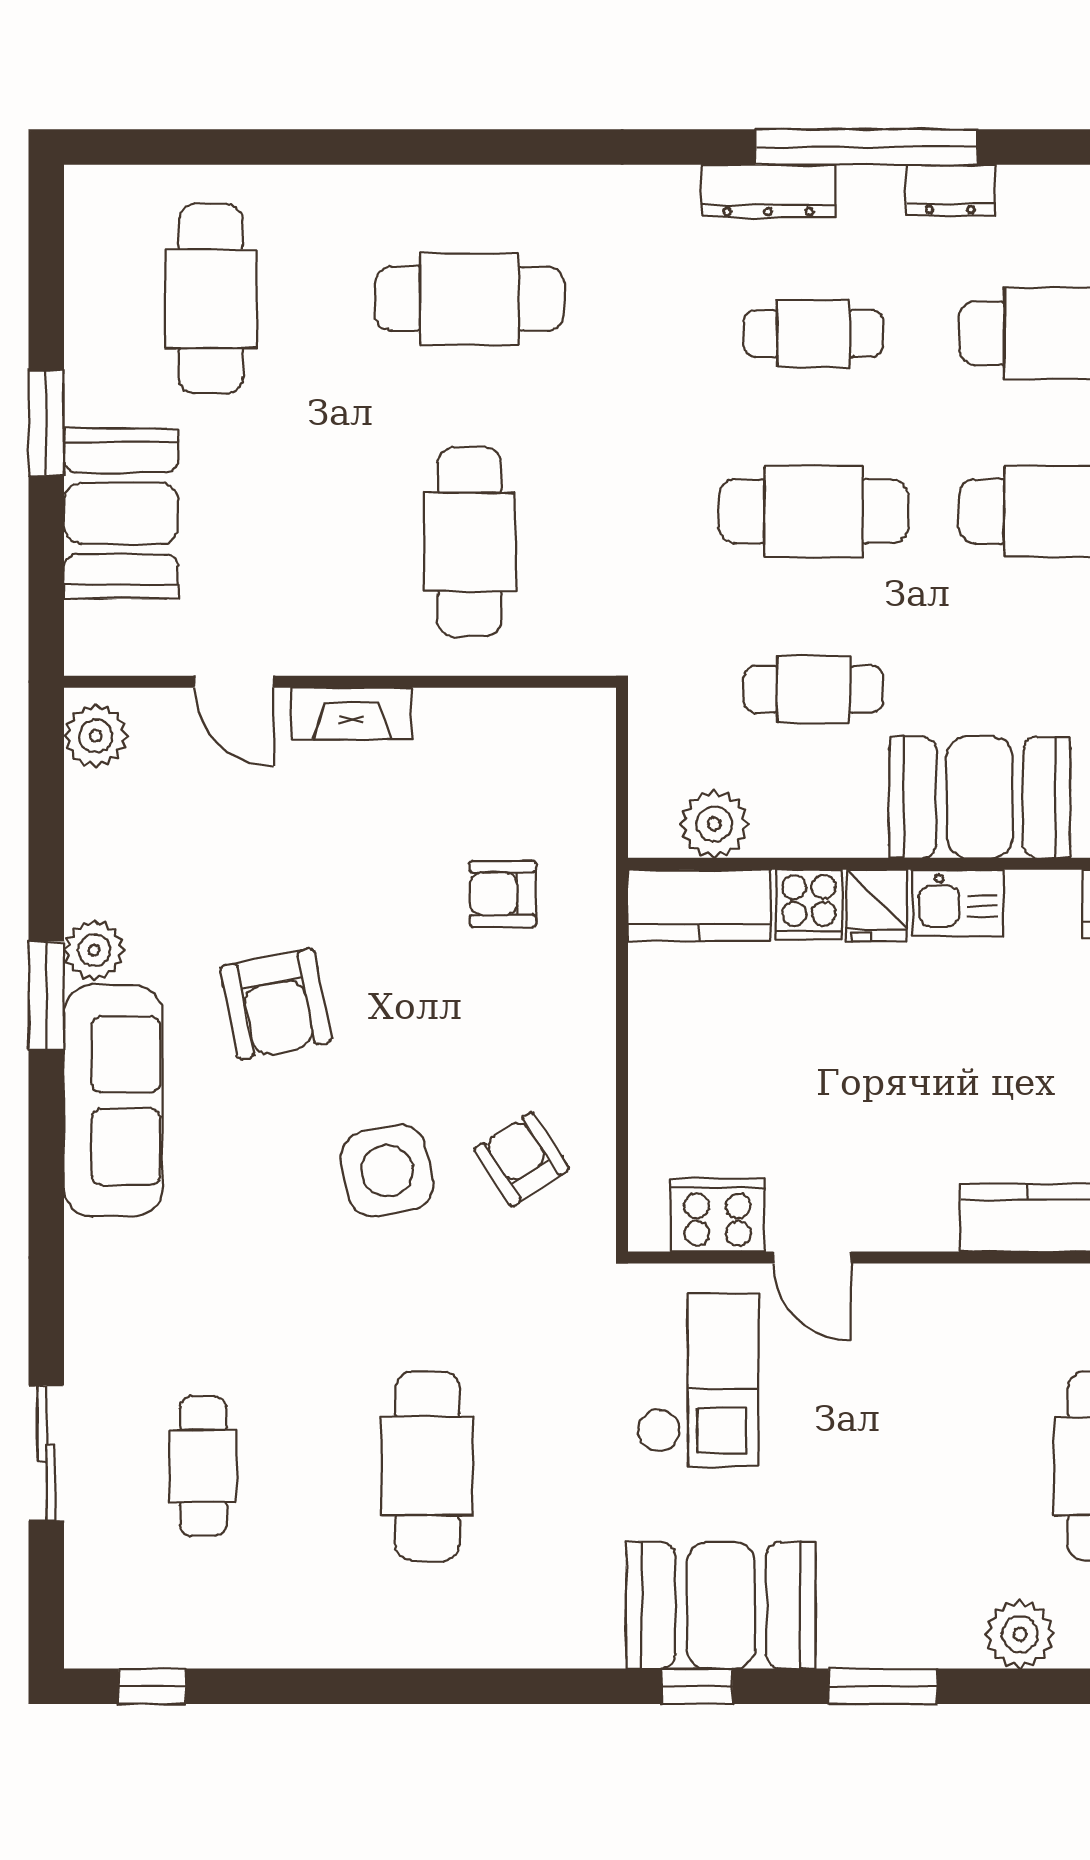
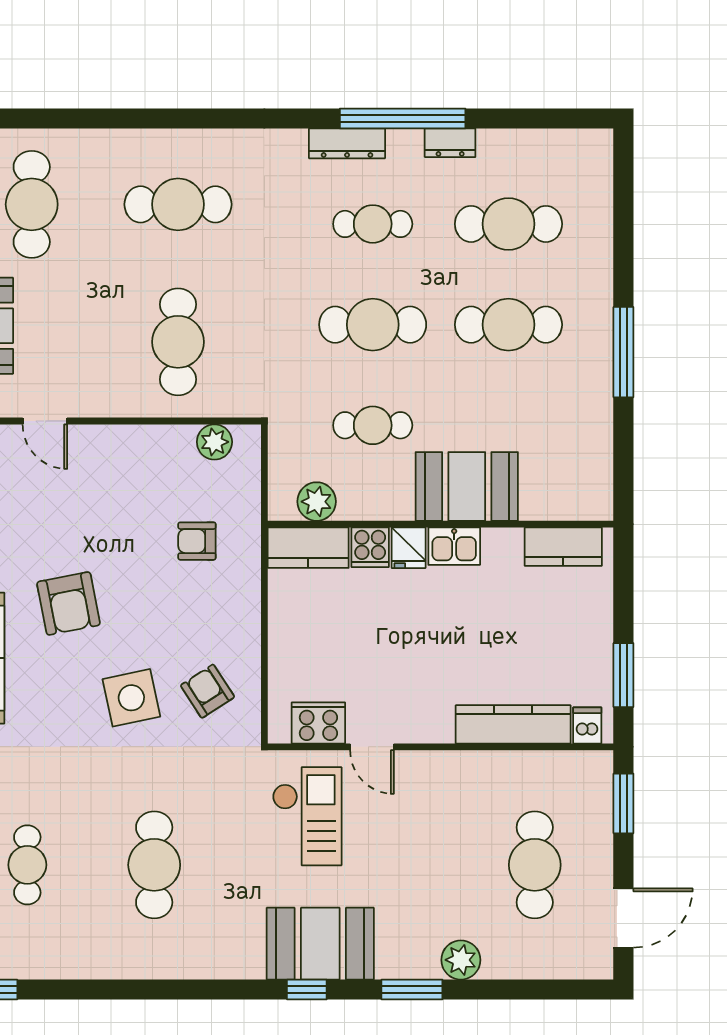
fireplace: (351, 713) -> (111, 439), removed
plant: (534, 719) -> (214, 442), added
plant: (1020, 1634) -> (461, 960), moved

